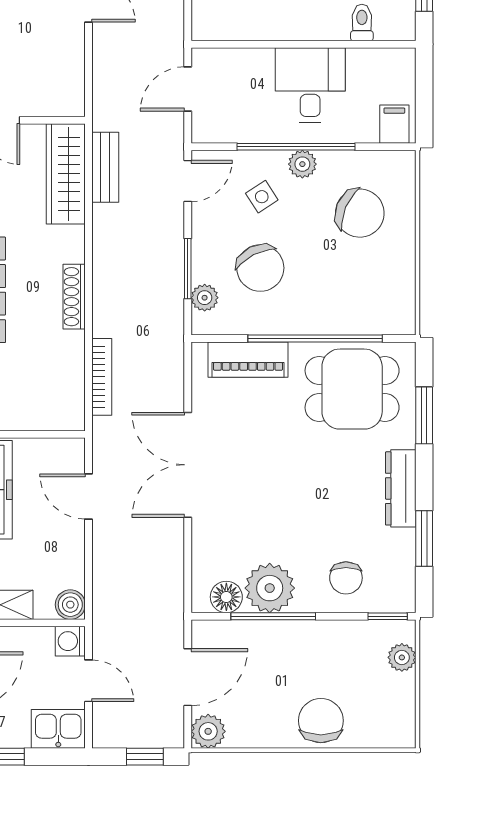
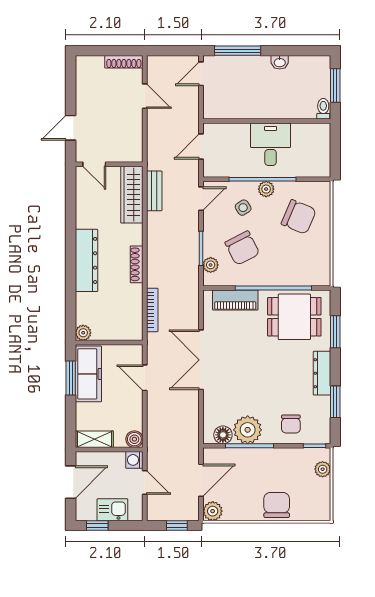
toilet: (362, 23) -> (323, 109), moved
filing cabinet: (394, 124) -> (318, 166), removed
kitchen sink: (58, 729) -> (112, 510), moved

